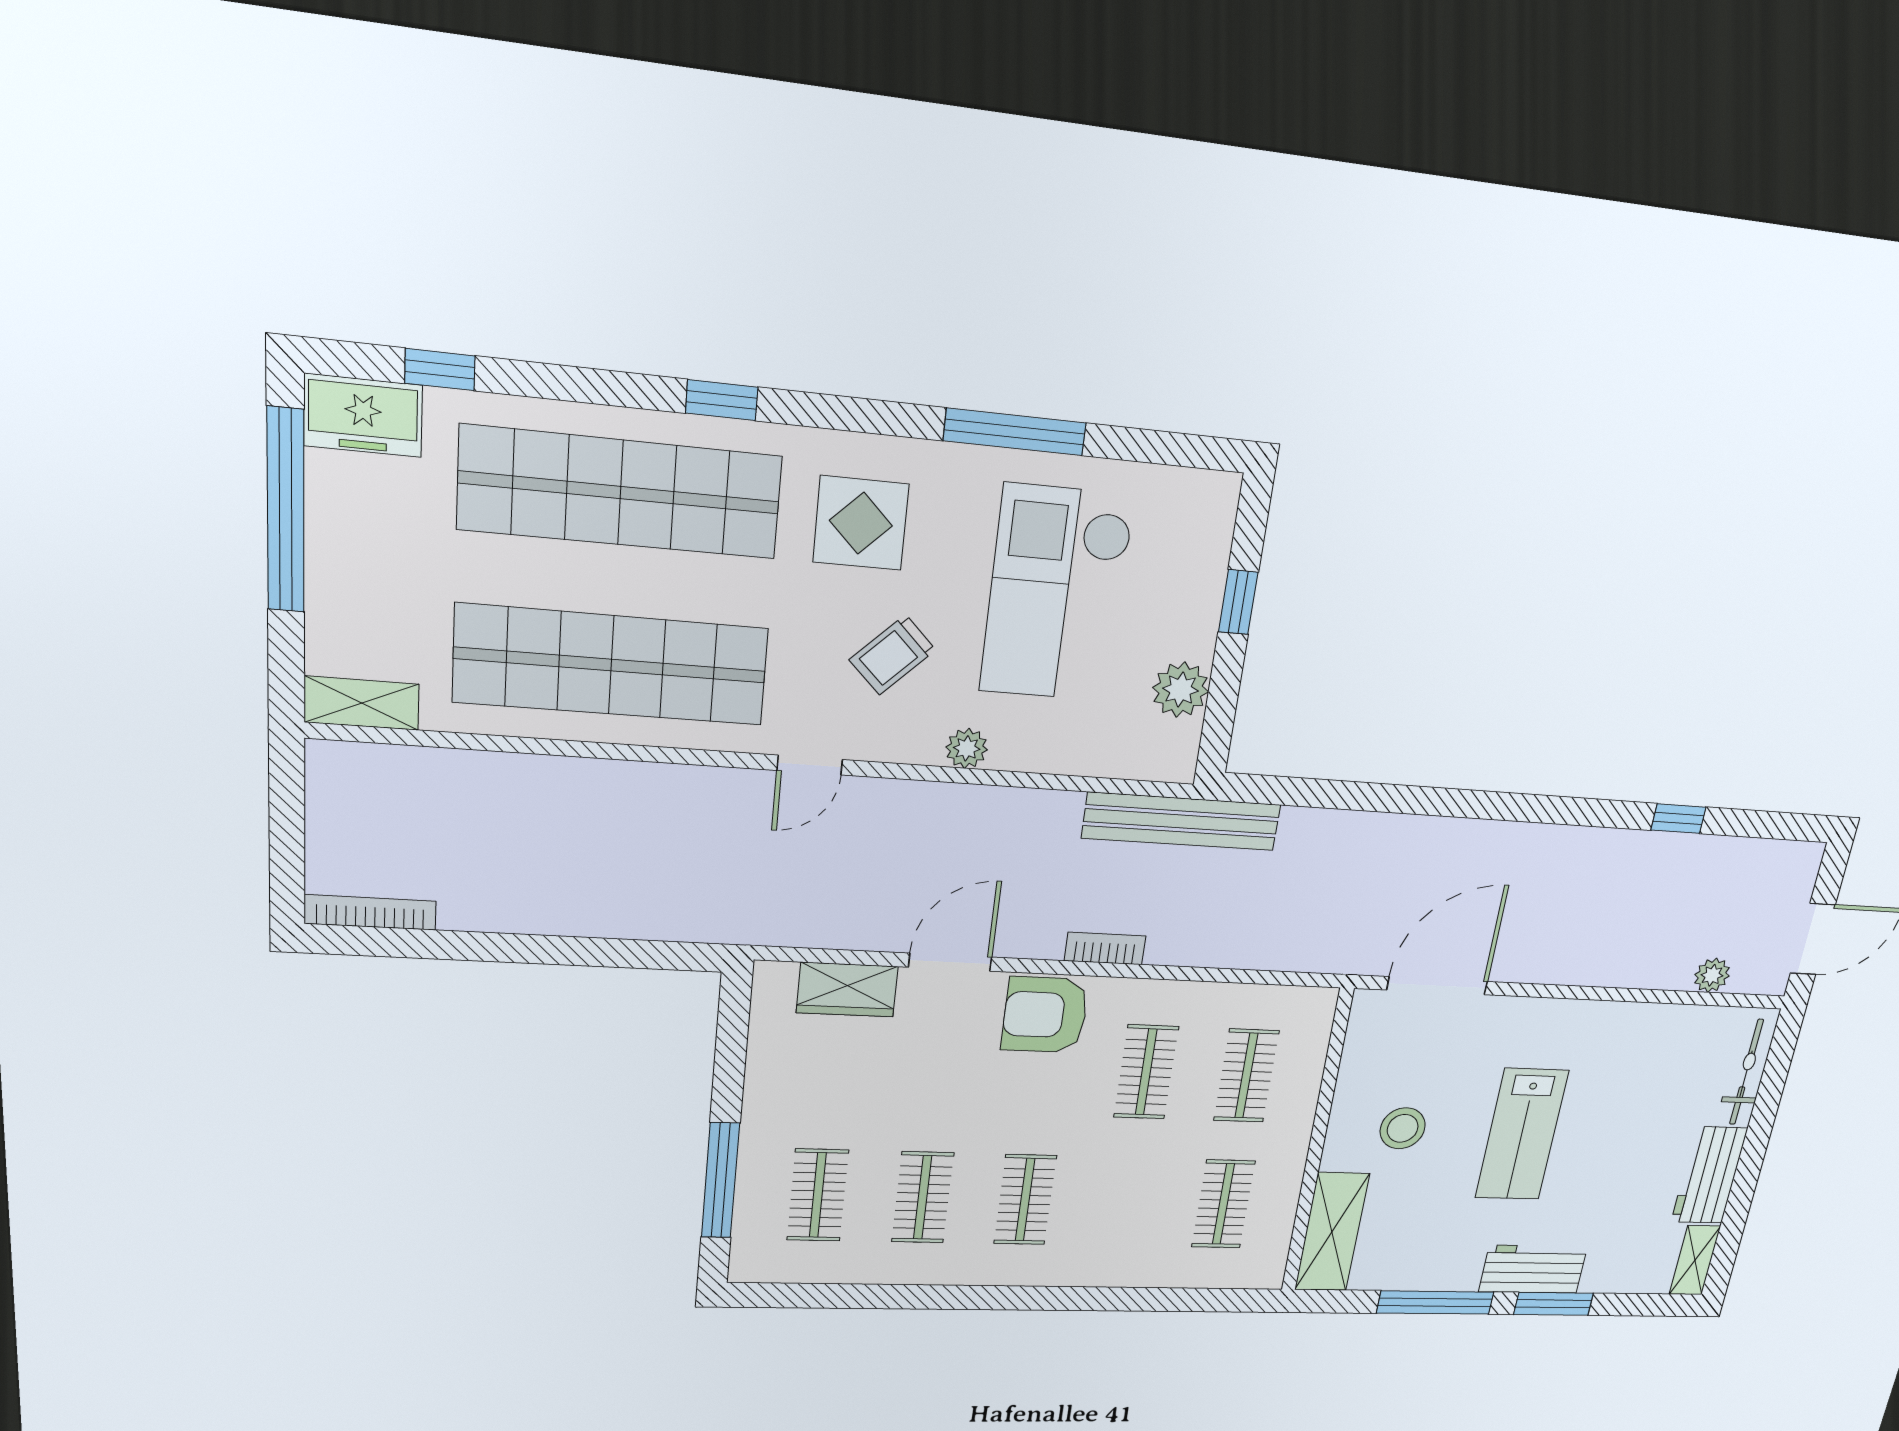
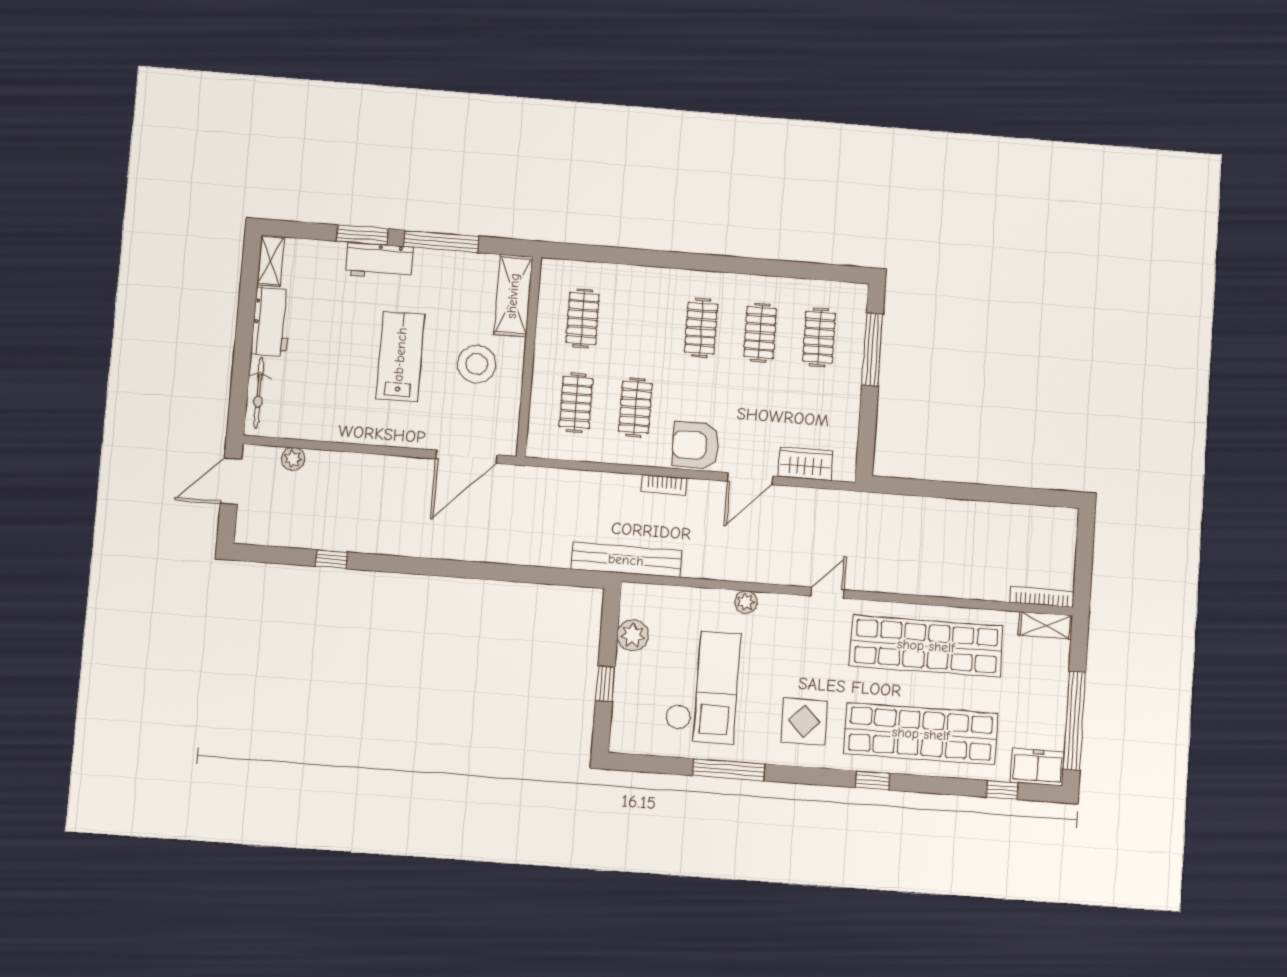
trolley: (892, 655) -> (786, 653), removed
bookcase: (370, 912) -> (1042, 597), moved, turned 180
armchair: (1045, 1015) -> (696, 445), turned 180
stool: (1403, 1128) -> (477, 364), width x1.38, depth x1.38

